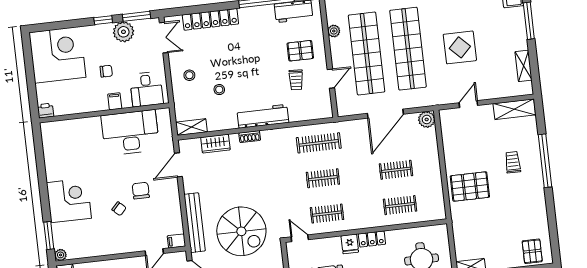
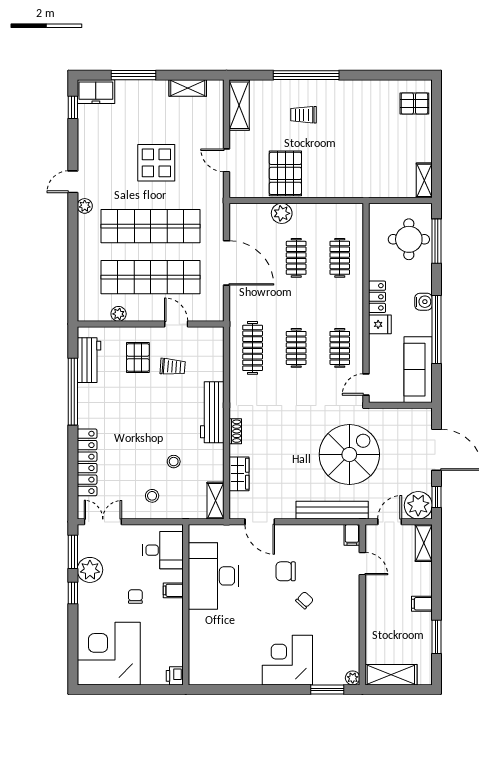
plant: (427, 119) -> (282, 213), moved
pallet: (470, 187) -> (285, 173), moved

